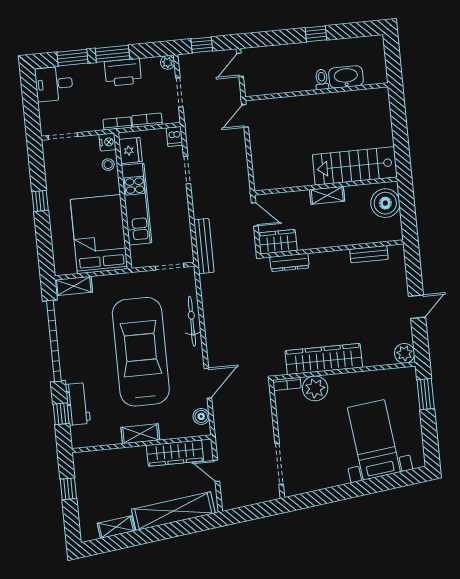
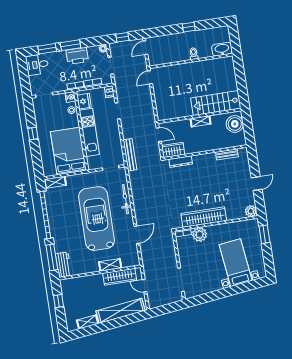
washbasin: (346, 77) -> (222, 49), moved
workbench: (78, 404) -> (63, 265), moved
window: (61, 414) -> (52, 257), width x2.17
boiler: (201, 416) -> (134, 254), removed
shelving: (140, 434) -> (110, 265), moved

